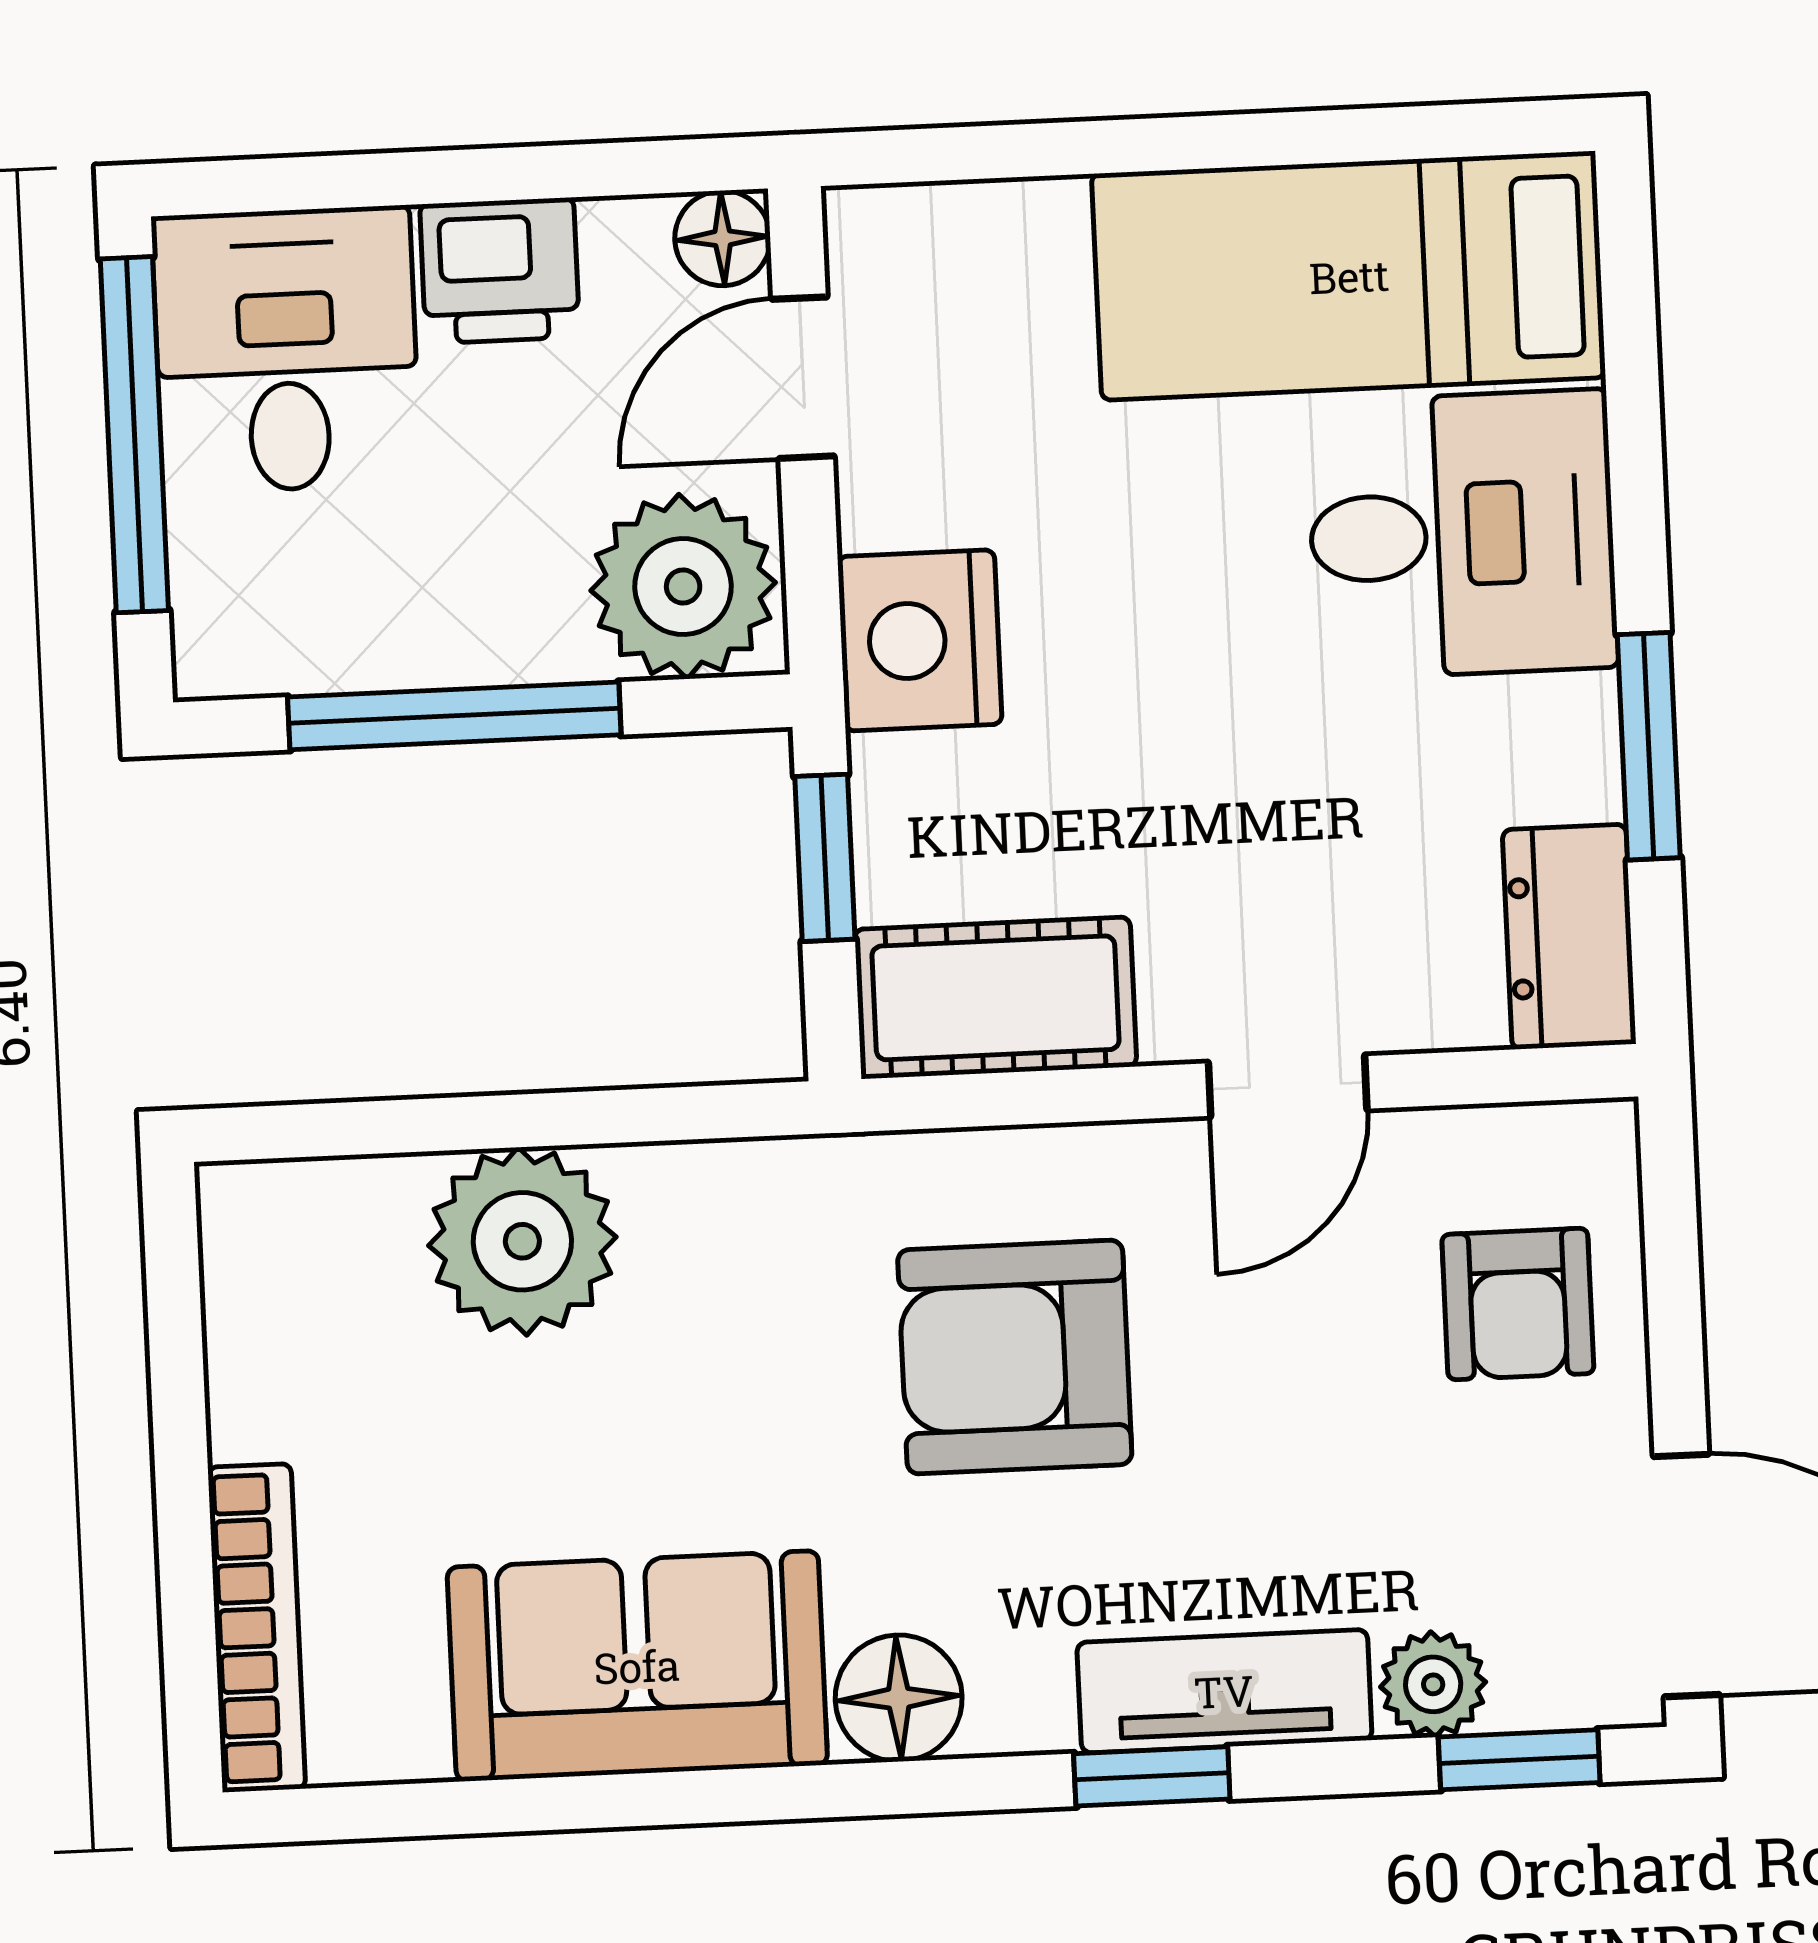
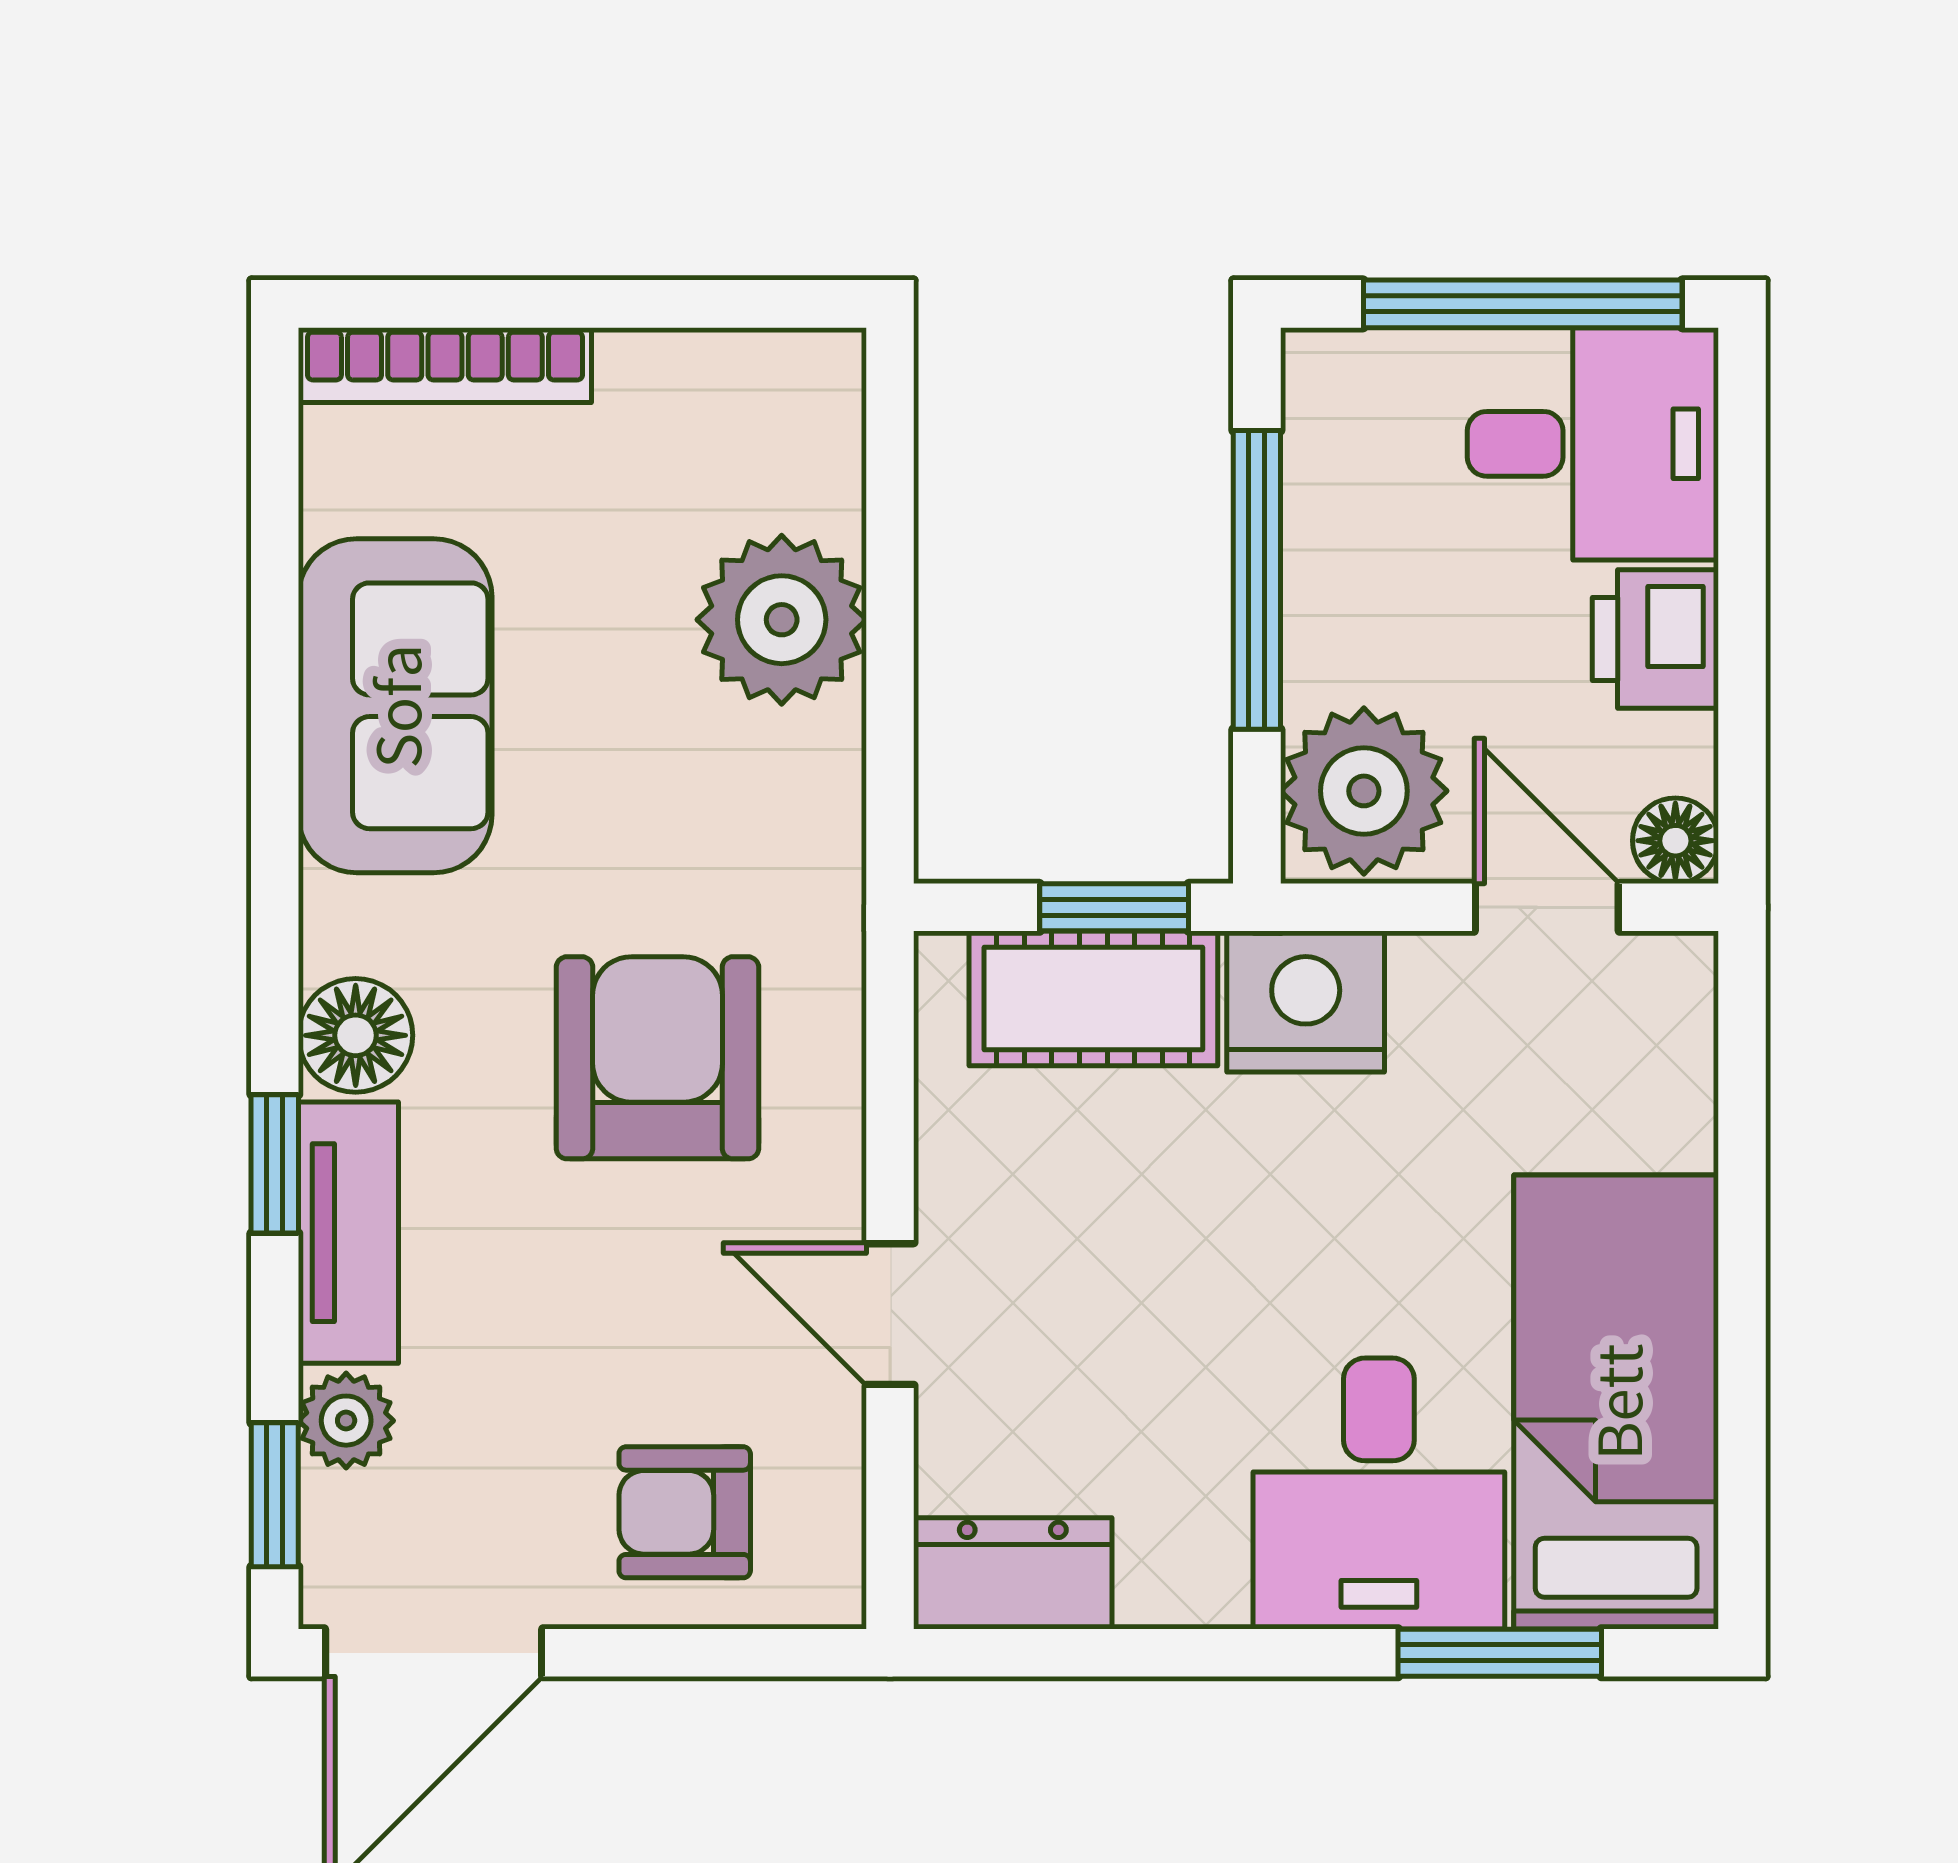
window: (1649, 746) -> (1500, 1653), moved
cot: (996, 998) -> (1093, 998), moved, turned 90
floor lamp: (899, 1698) -> (356, 1035), moved

